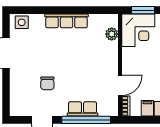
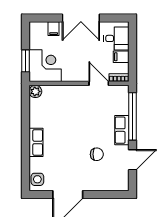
row of seats: (67, 21) -> (36, 142), width x0.68
plant: (112, 34) -> (35, 91), moved
row of seats: (83, 109) -> (122, 130), moved

